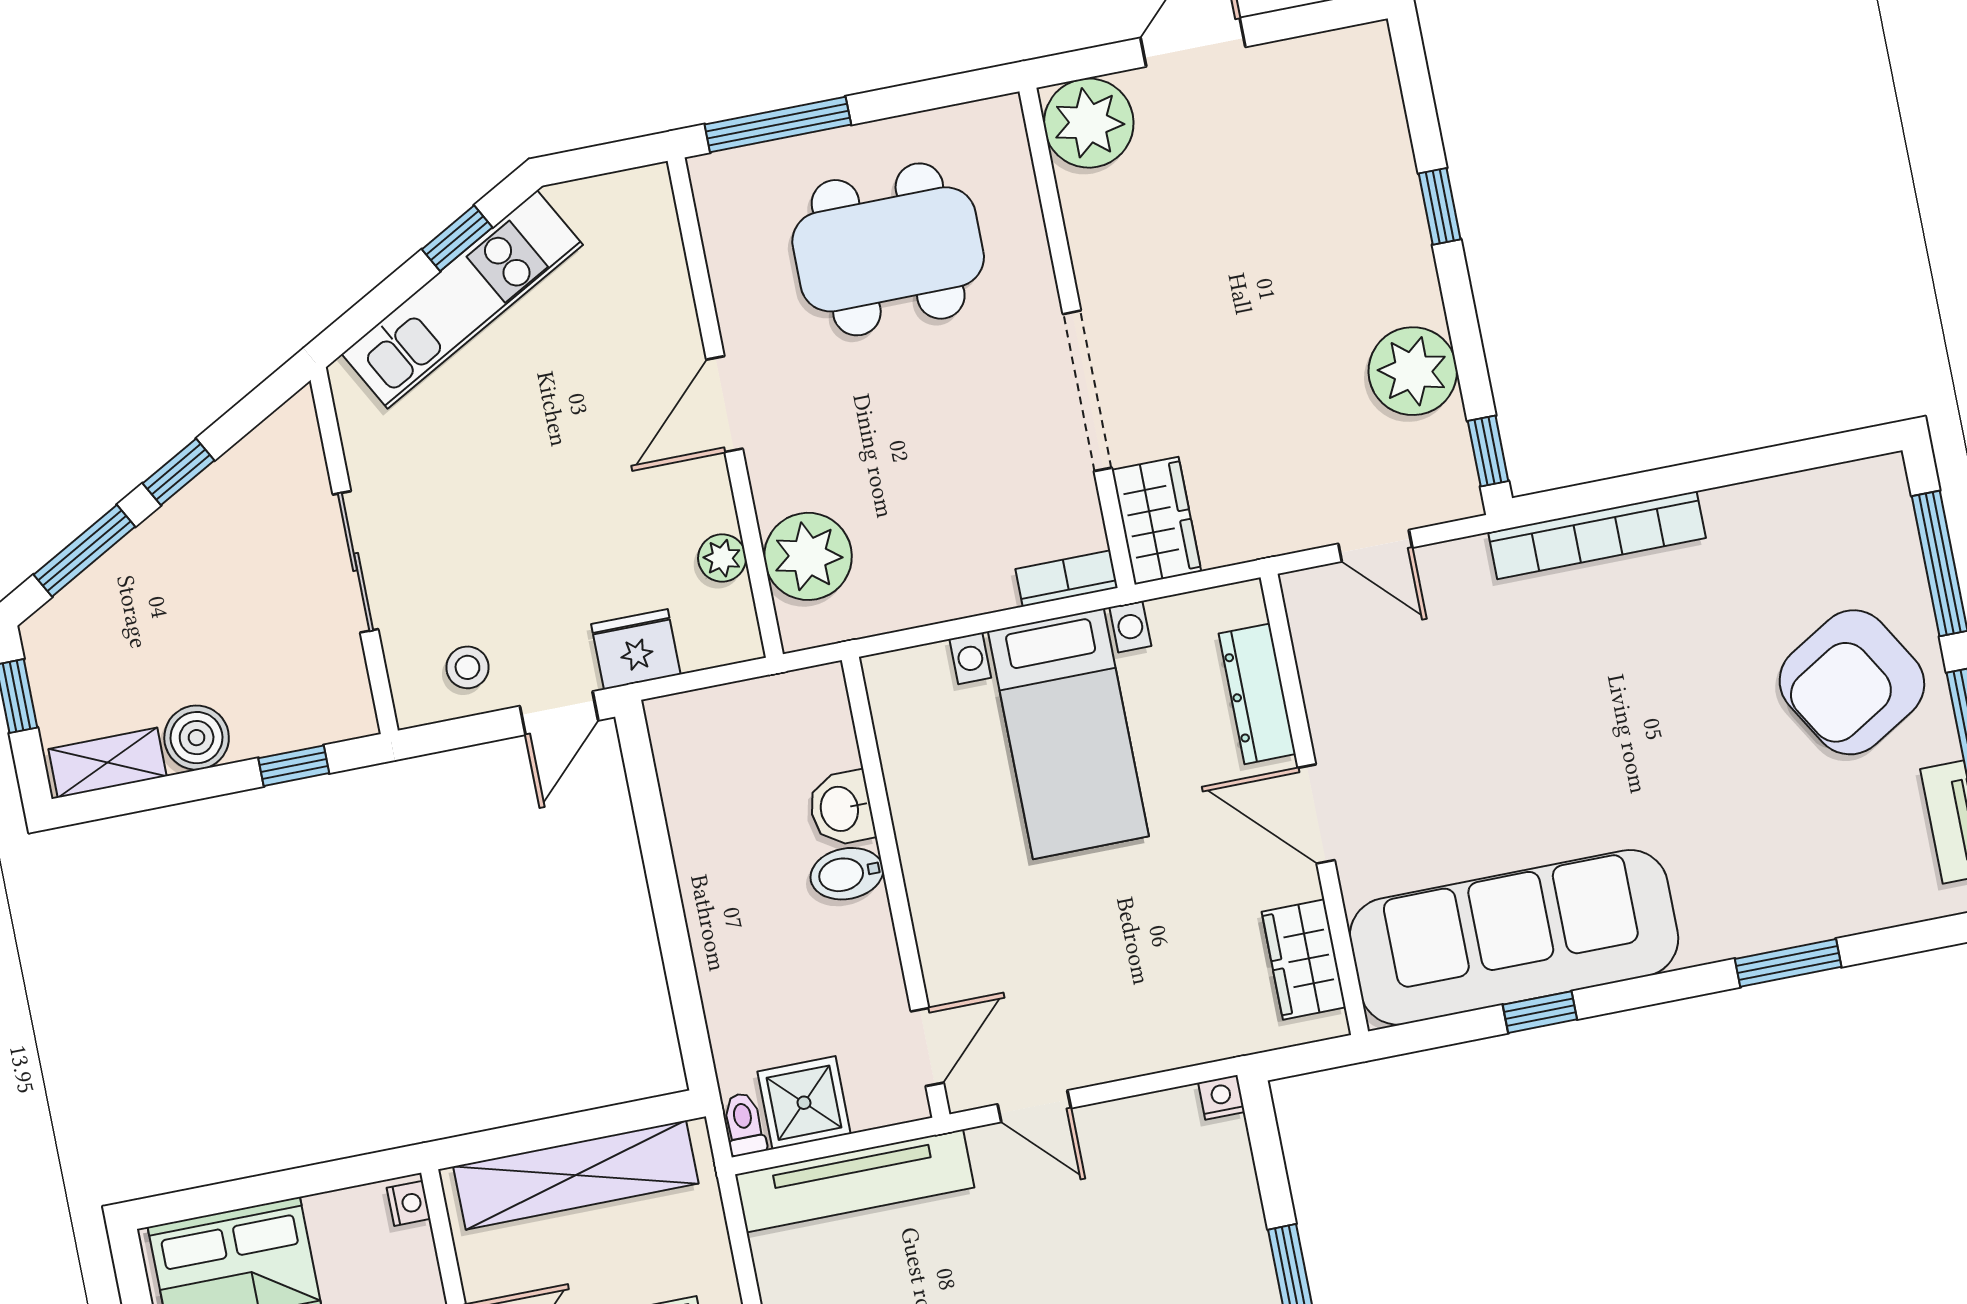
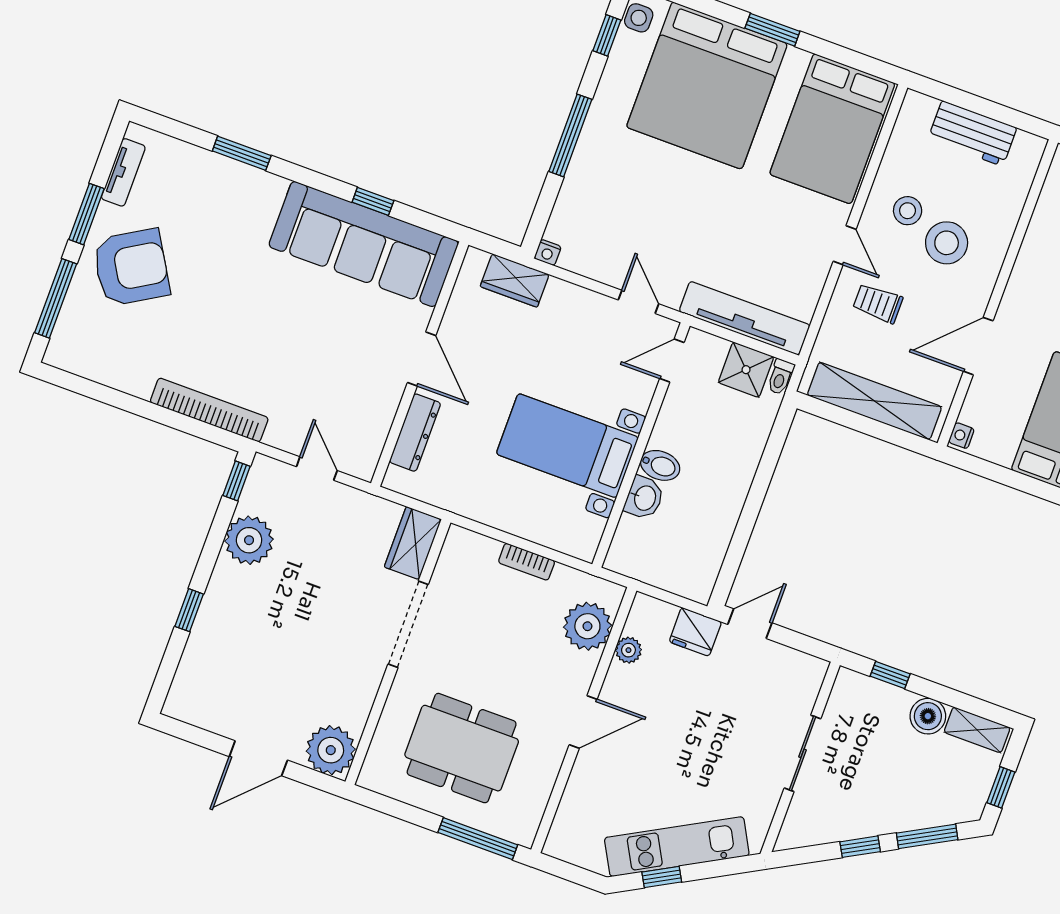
bookcase: (1067, 578) -> (527, 562), moved
stool: (467, 667) -> (780, 672), removed
bed with nightstands: (1068, 734) -> (567, 446), moved, turned -90
wardrobe: (1304, 959) -> (515, 280), moved, turned 90

